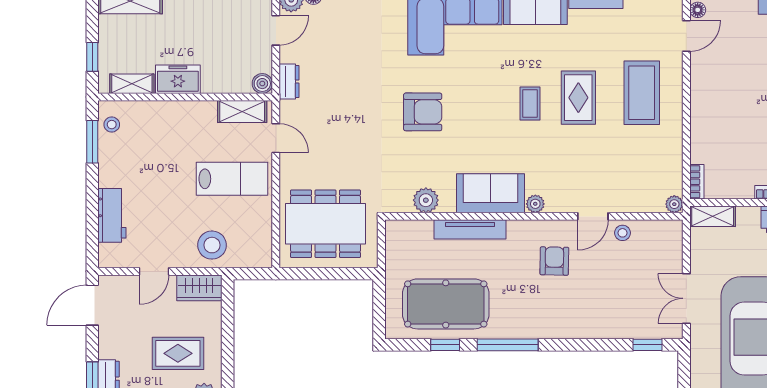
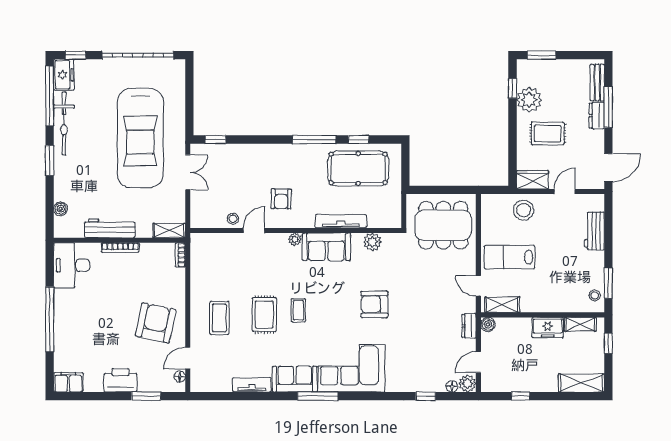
armchair: (732, 86) -> (156, 323), added
coffee table: (642, 93) -> (219, 318), width x0.73, depth x0.76
plant: (674, 204) -> (196, 239), removed

